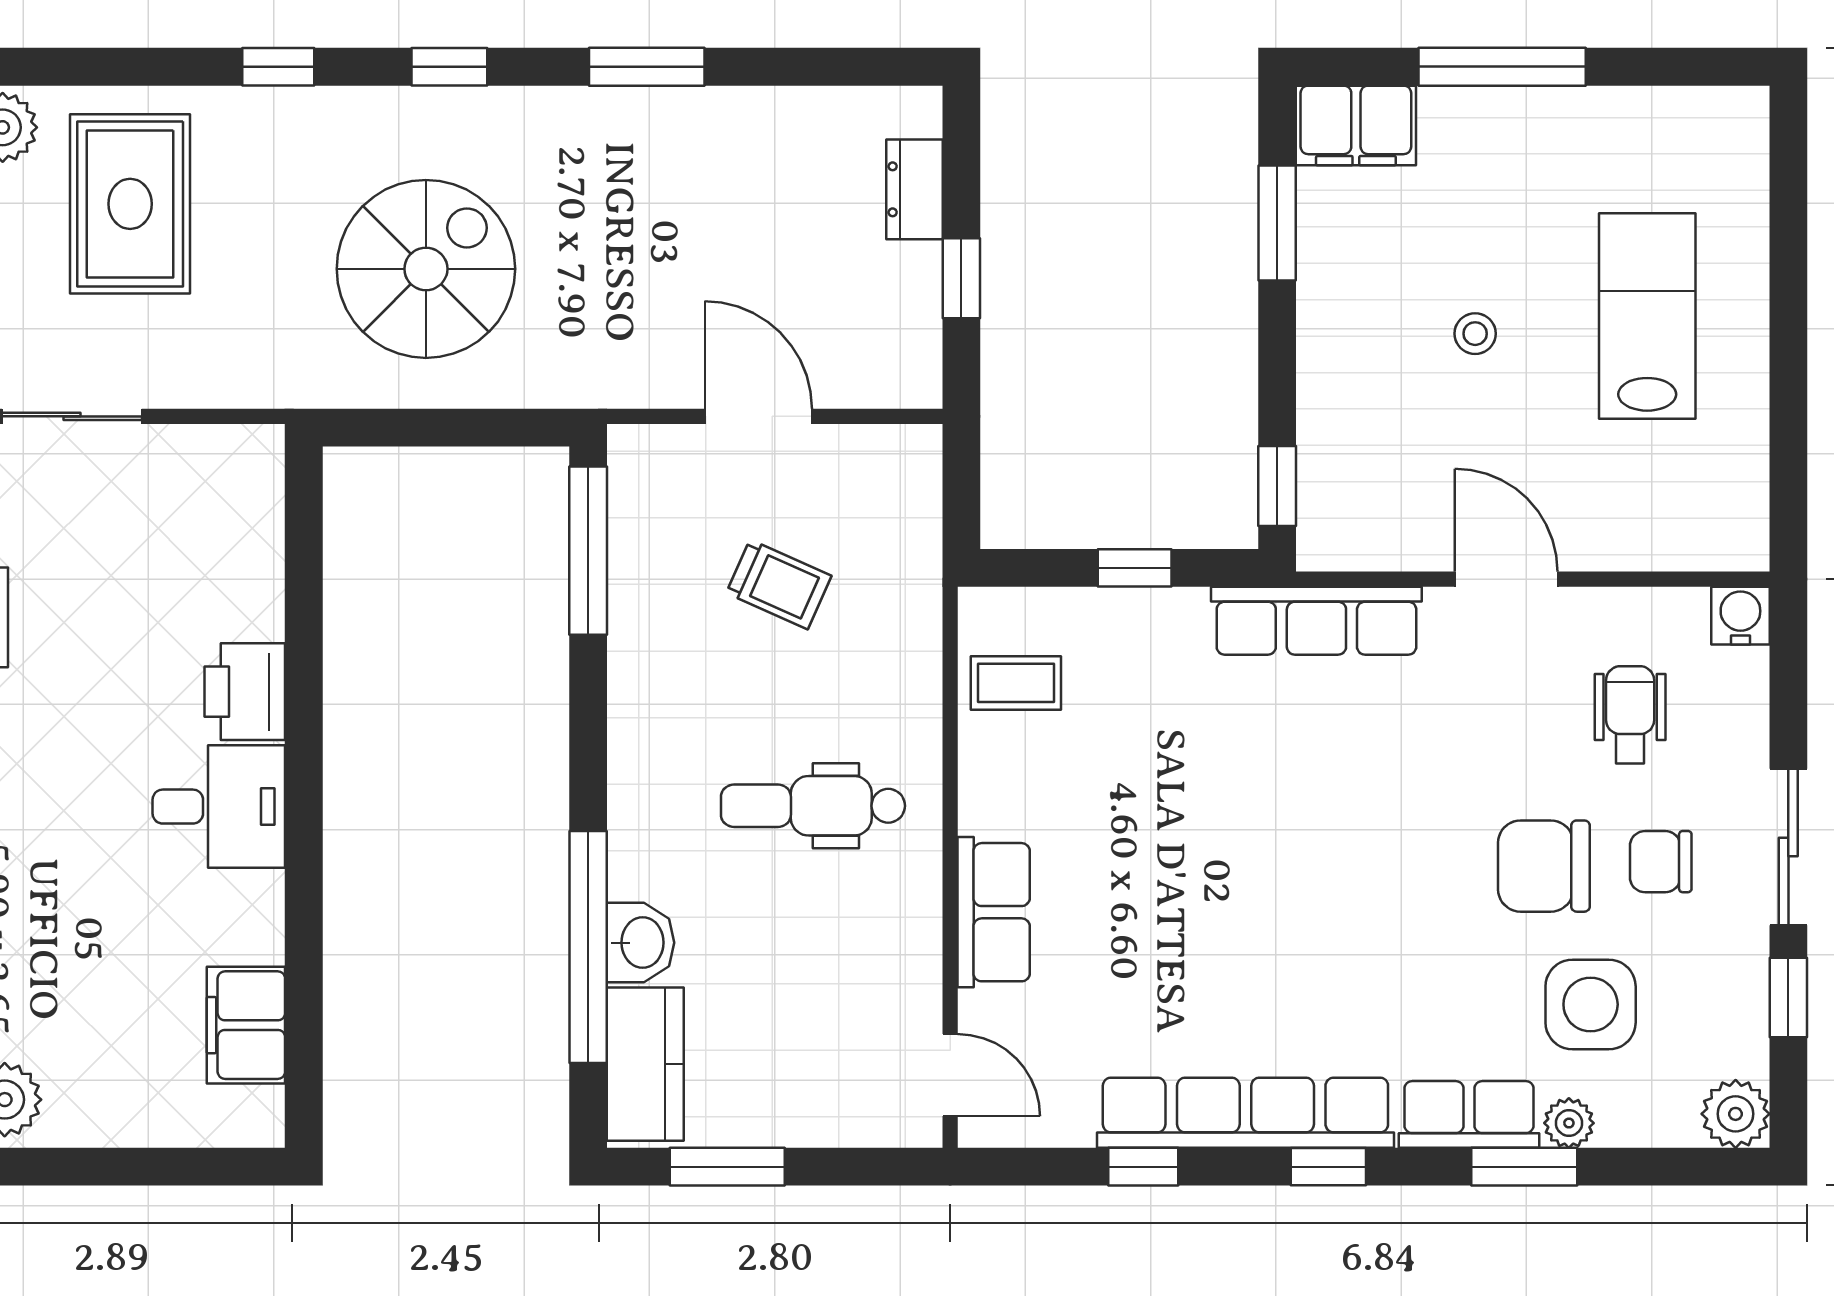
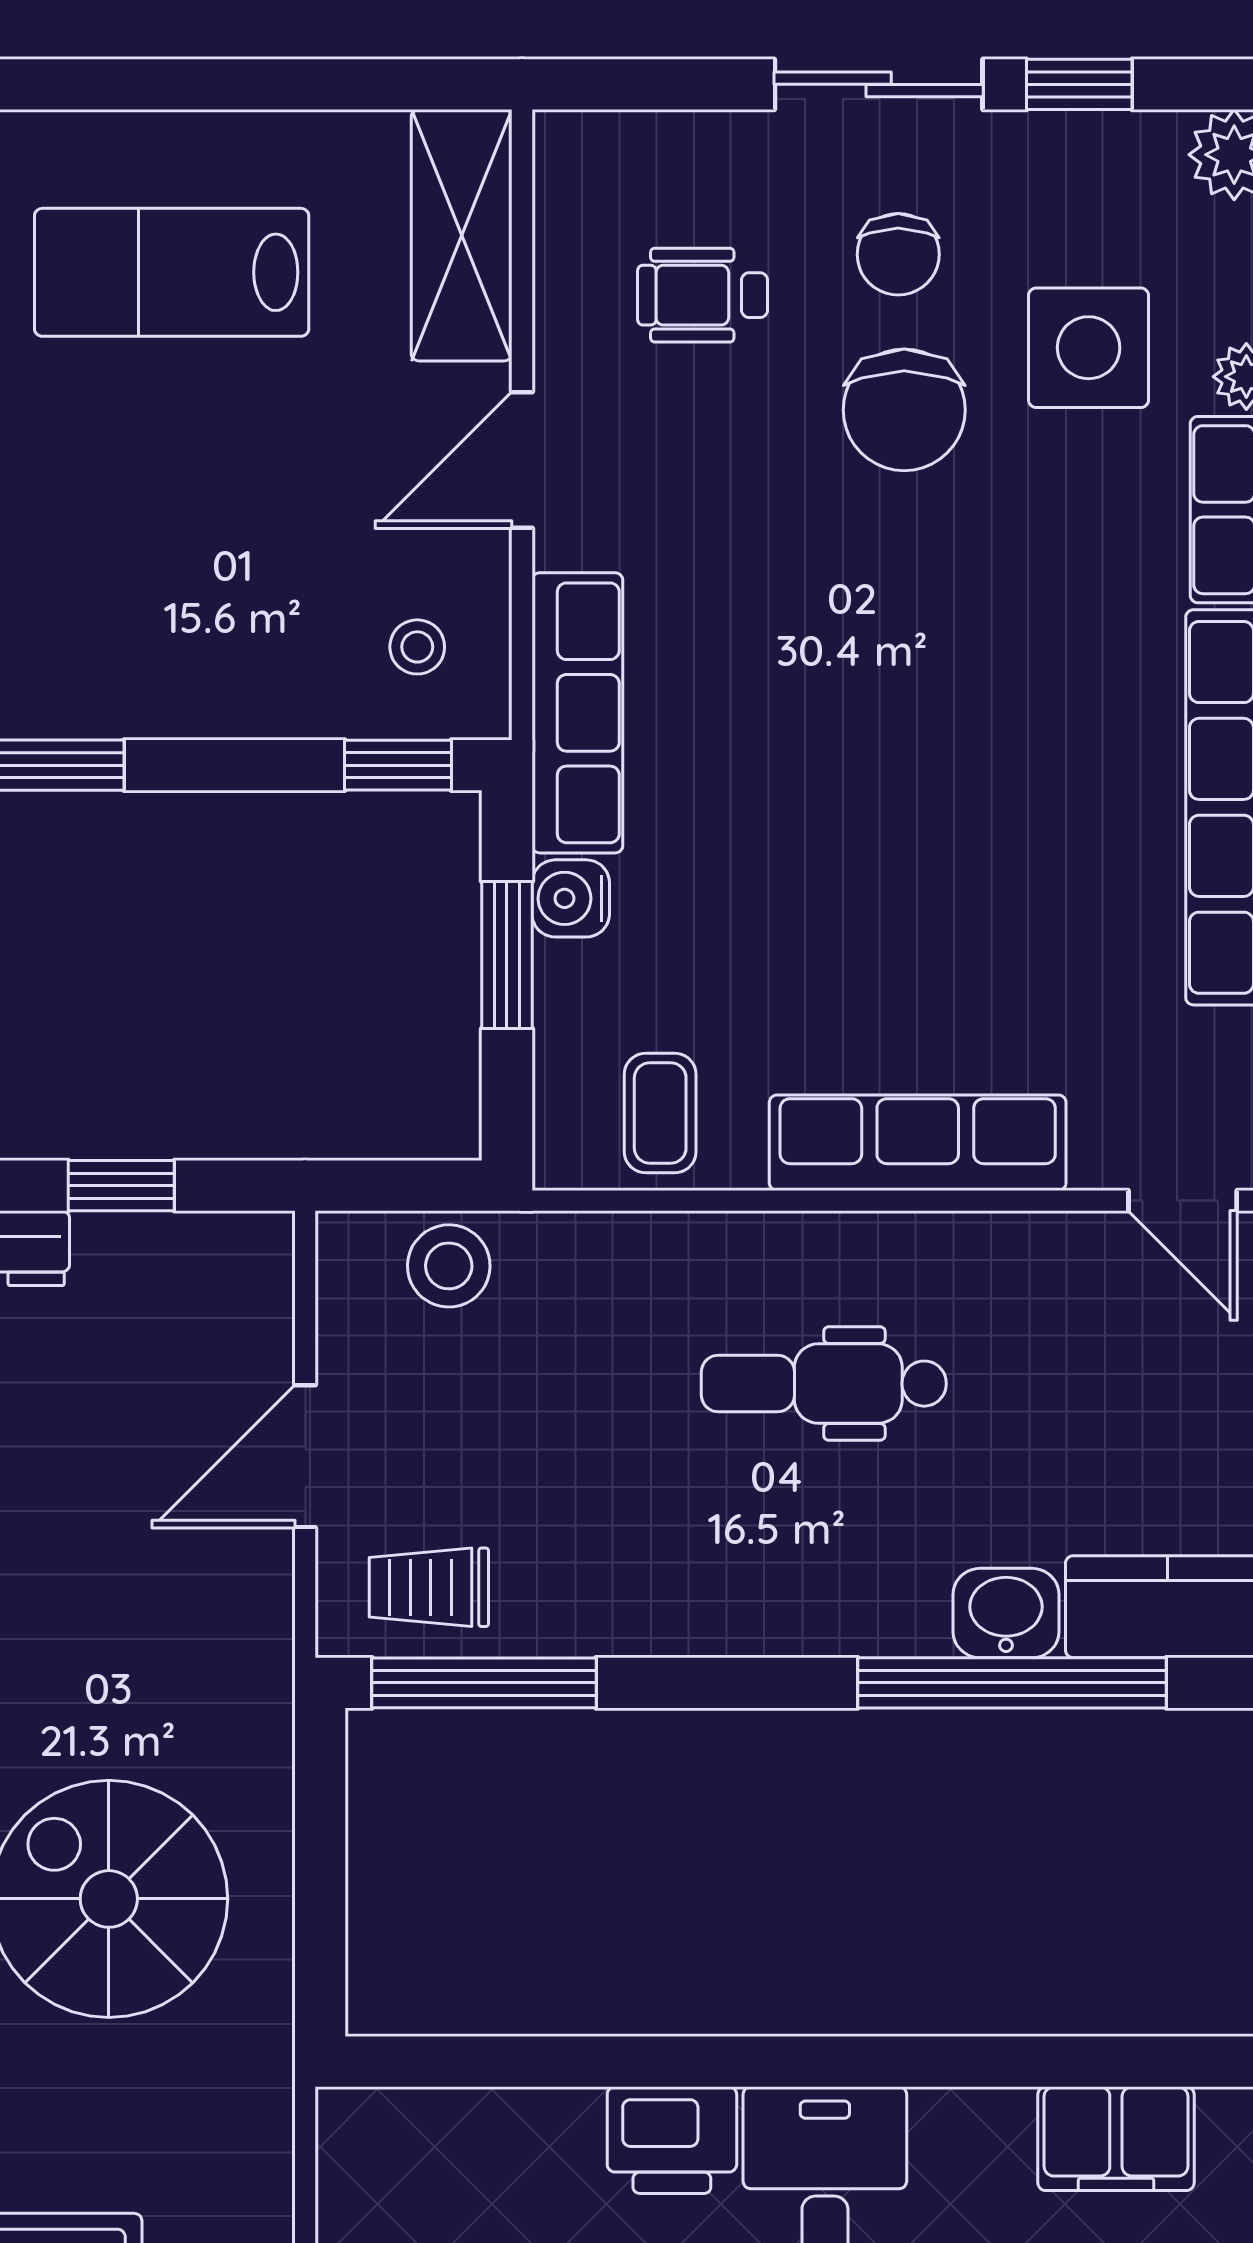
stool: (1475, 334) -> (417, 647), moved
stool: (901, 524) -> (449, 1266), added
shelving: (1675, 534) -> (462, 235), added
window: (1135, 568) -> (507, 955), width x1.50
trolley: (779, 584) -> (429, 1587), moved, turned -114
water cooler: (1740, 616) -> (571, 898), moved
dental chair: (813, 806) -> (824, 1384), turned 90
row of seats: (994, 912) -> (918, 1143), width x1.48
door: (950, 1075) -> (1183, 1201), swing flipped

